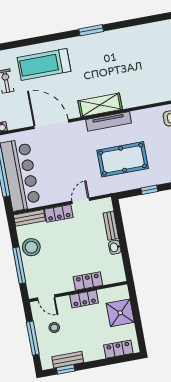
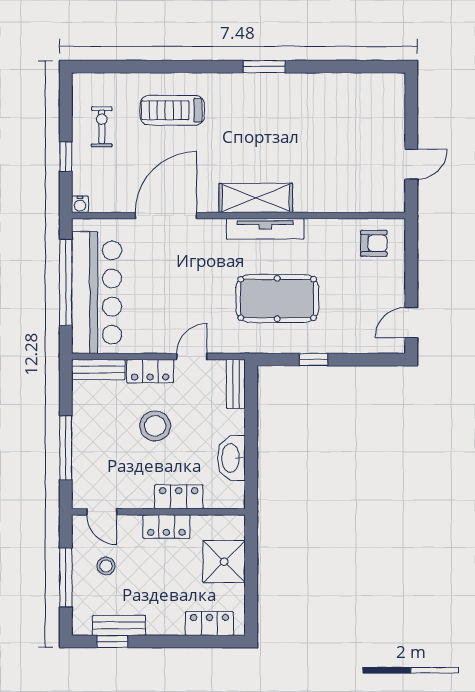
treadmill: (44, 64) -> (172, 110), width x0.73, depth x0.73
door: (51, 124) -> (166, 215), hinge flipped
bench: (111, 226) -> (236, 384), moved
stool: (31, 247) -> (155, 426), moved
washbasin: (115, 247) -> (231, 458), width x1.91, depth x1.45

